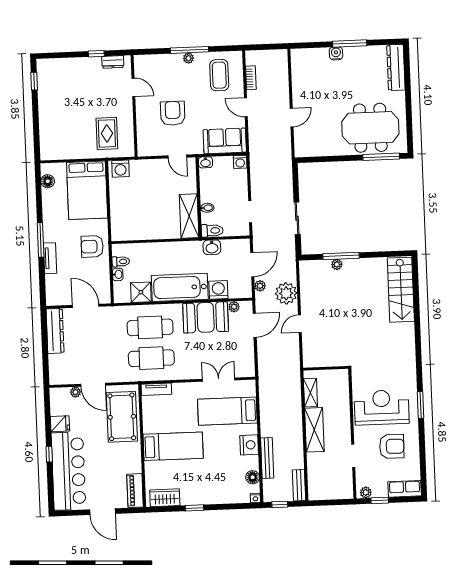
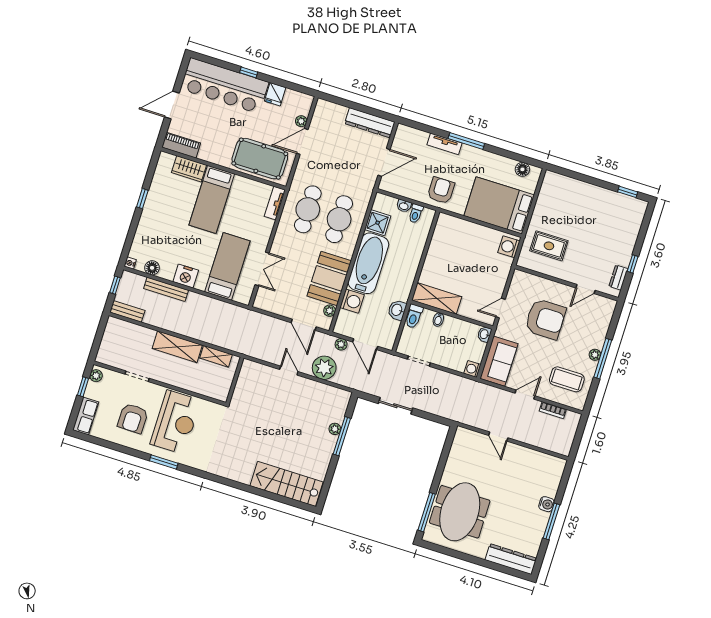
armchair: (173, 113) -> (545, 319), width x1.36, depth x1.36
wardrobe: (165, 498) -> (189, 169), moved, turned 90

